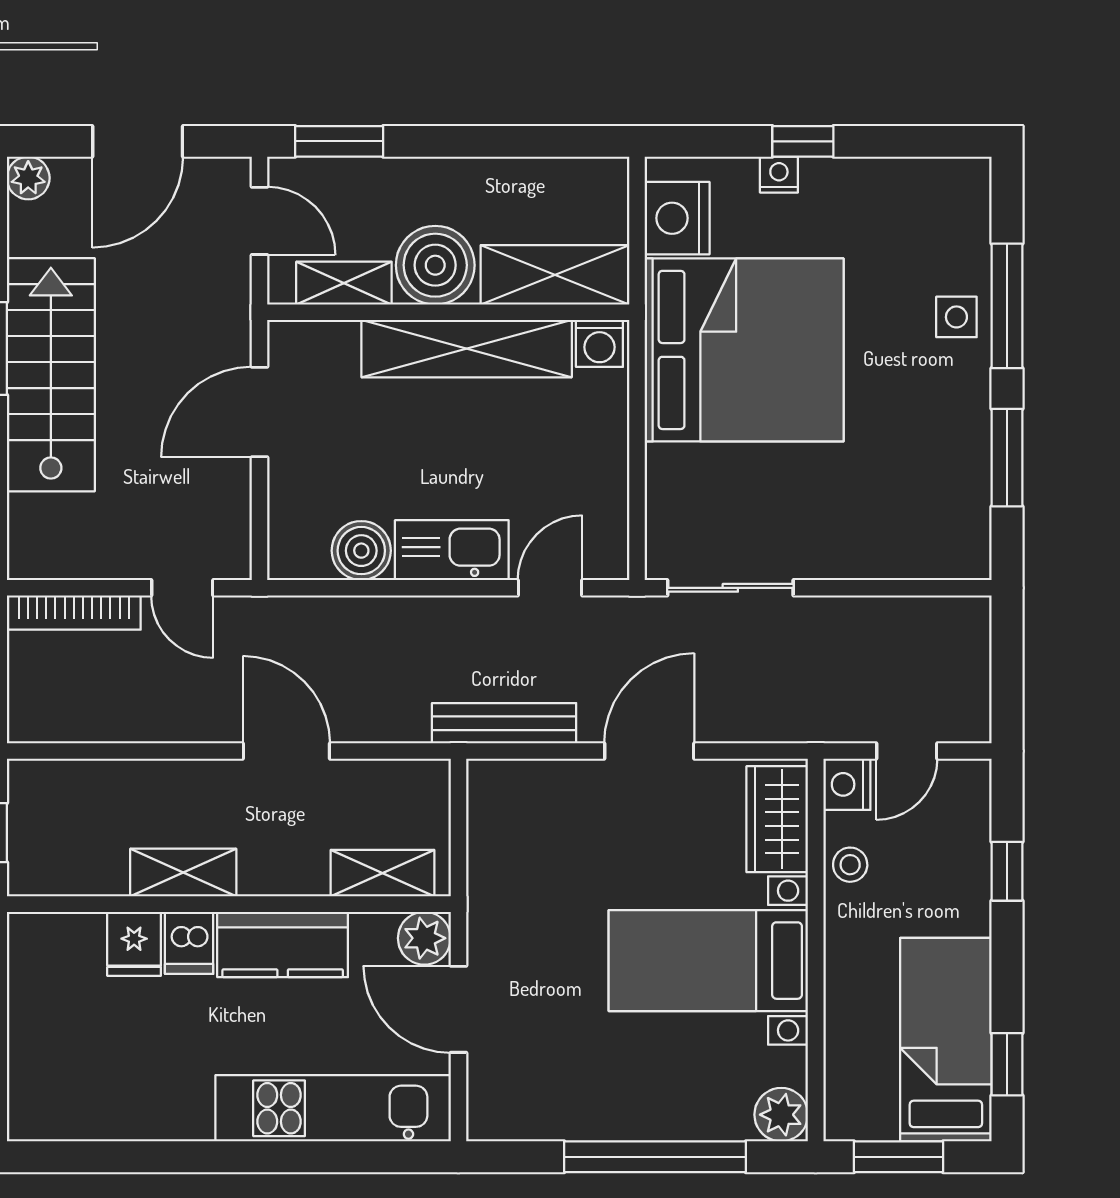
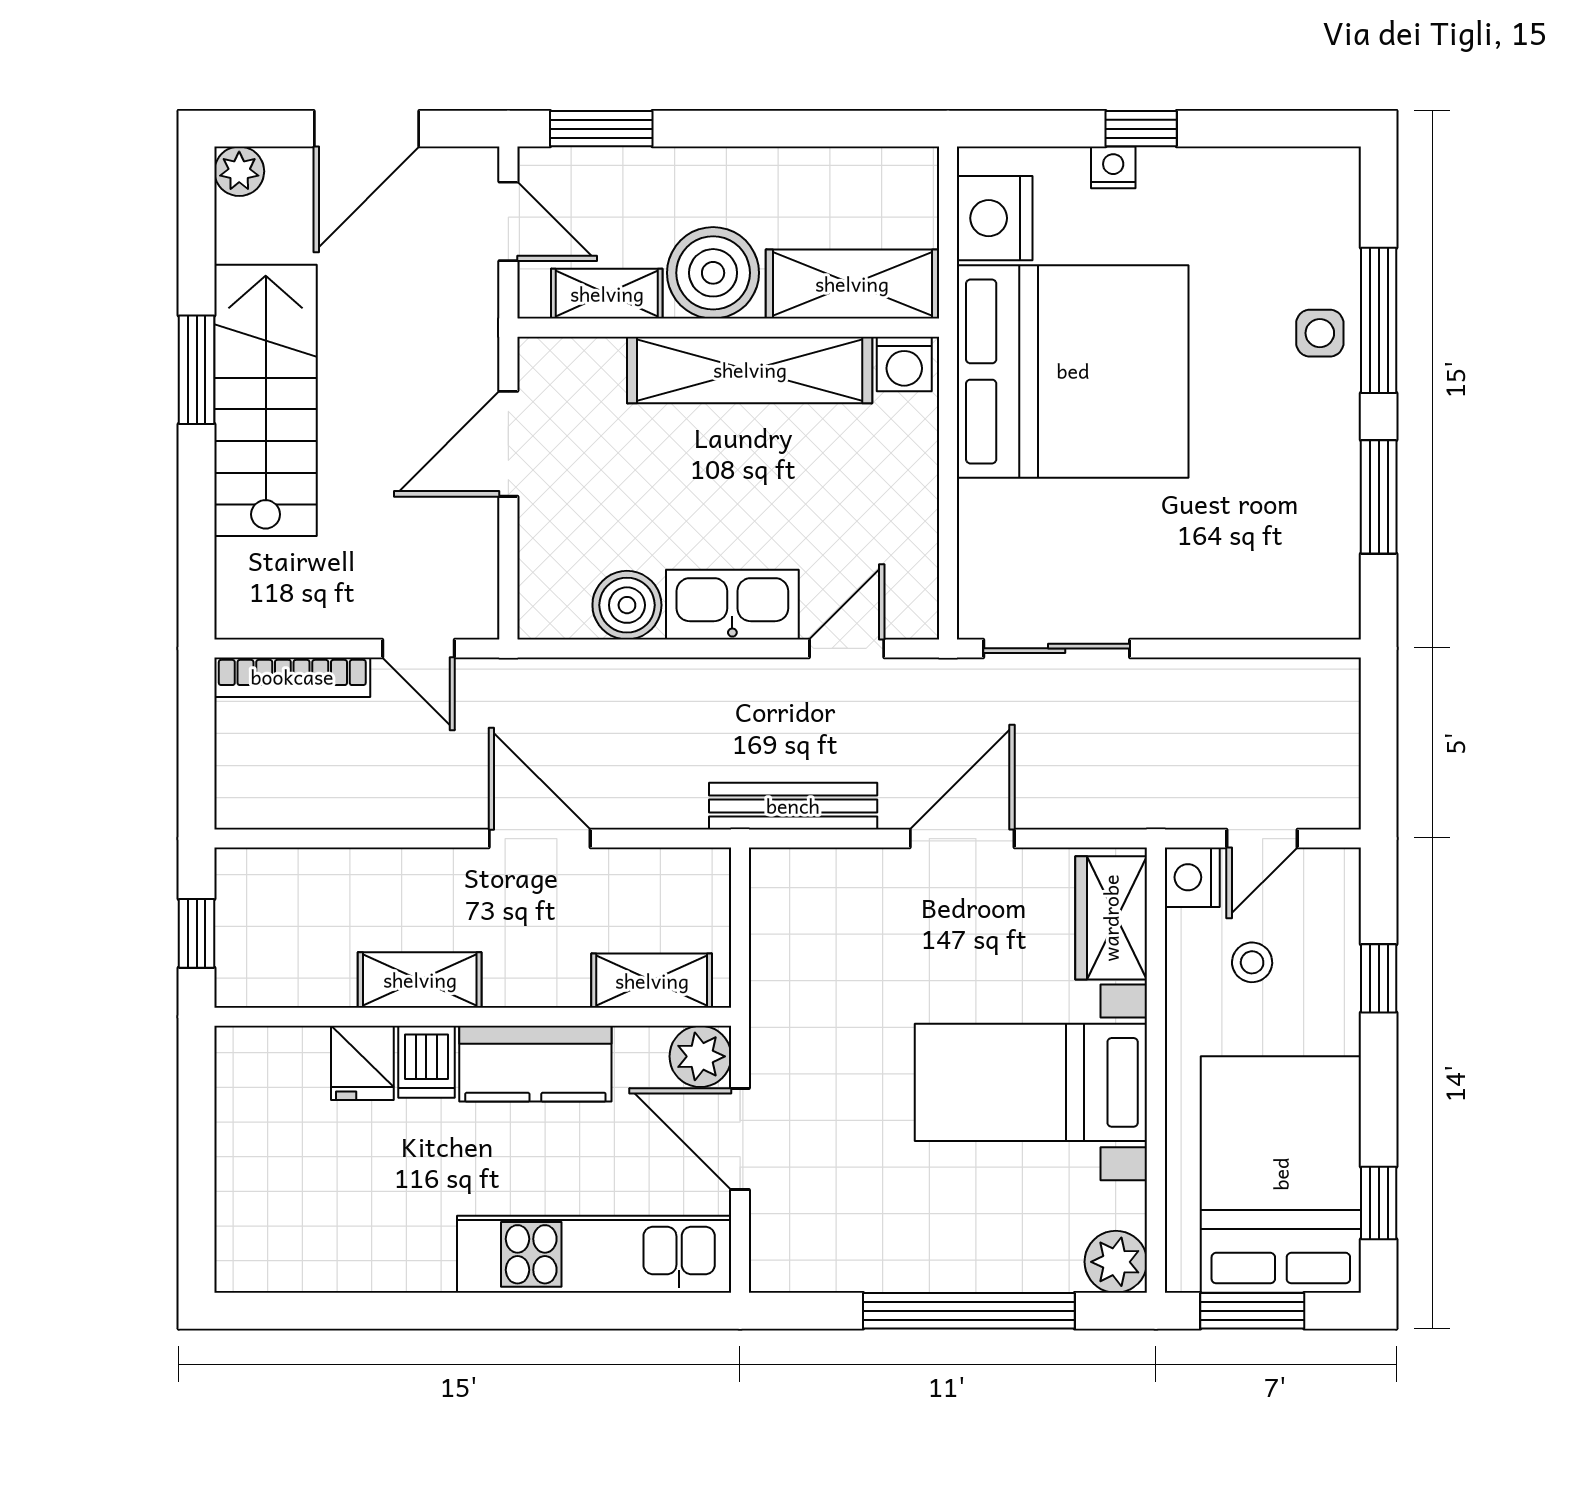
stool: (850, 865) -> (1252, 962), moved
bed: (946, 1040) -> (1281, 1174), width x1.50

